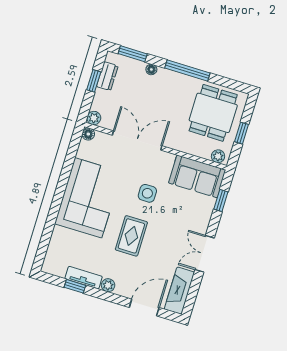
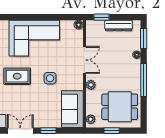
dresser: (107, 76) -> (119, 26), width x1.44
window: (94, 81) -> (101, 17), moved
plant: (94, 118) -> (91, 85), moved
double door: (137, 140) -> (84, 60), width x0.73
window: (221, 201) -> (48, 131), moved

